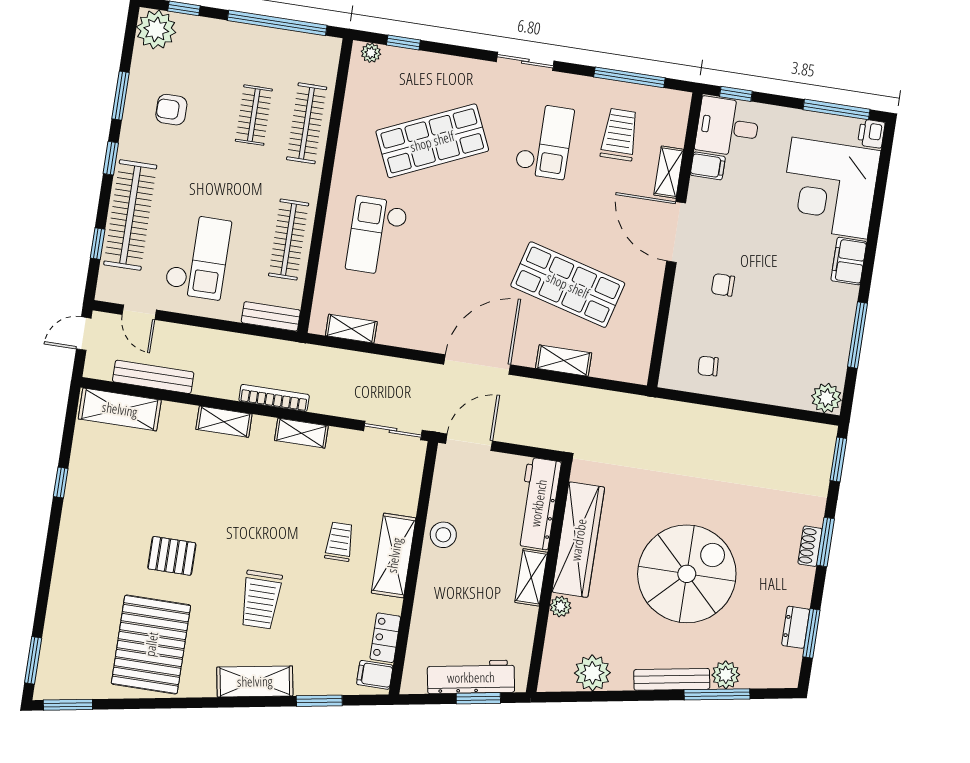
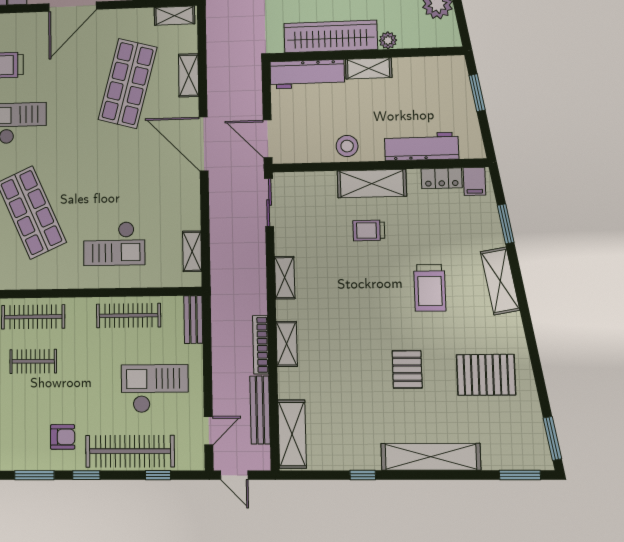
armchair: (171, 110) -> (63, 437), moved, turned -90
shelving: (669, 172) -> (174, 16), moved
bookcase: (274, 398) -> (261, 345), moved
shelving: (69, 564) -> (431, 457), added
trolley: (261, 600) -> (430, 288), turned 90
pallet: (151, 644) -> (486, 375), width x0.73, depth x0.71
workbench: (471, 677) -> (421, 146), moved, turned 100

